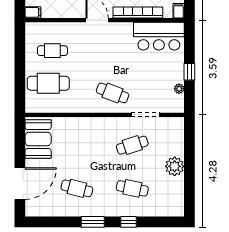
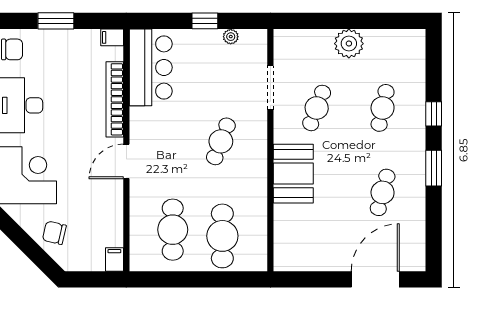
cafe table: (52, 51) -> (173, 230), width x1.37, depth x1.35
cafe table: (113, 93) -> (221, 141), moved
booth: (38, 139) -> (293, 174), moved, turned 90
cafe table: (132, 145) -> (317, 108), turned 39
door: (20, 184) -> (375, 279), hinge flipped

